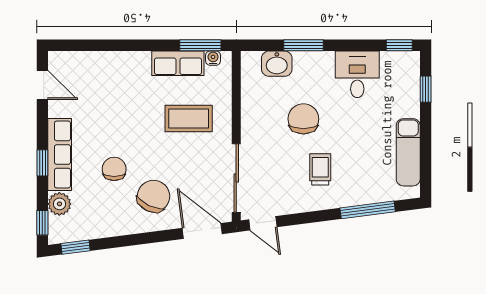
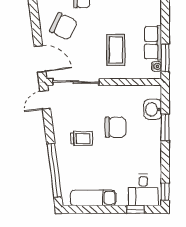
desk: (357, 74) -> (143, 190), moved, turned 90
window: (368, 210) -> (54, 170), width x1.46
door: (202, 231) -> (40, 59), hinge flipped

